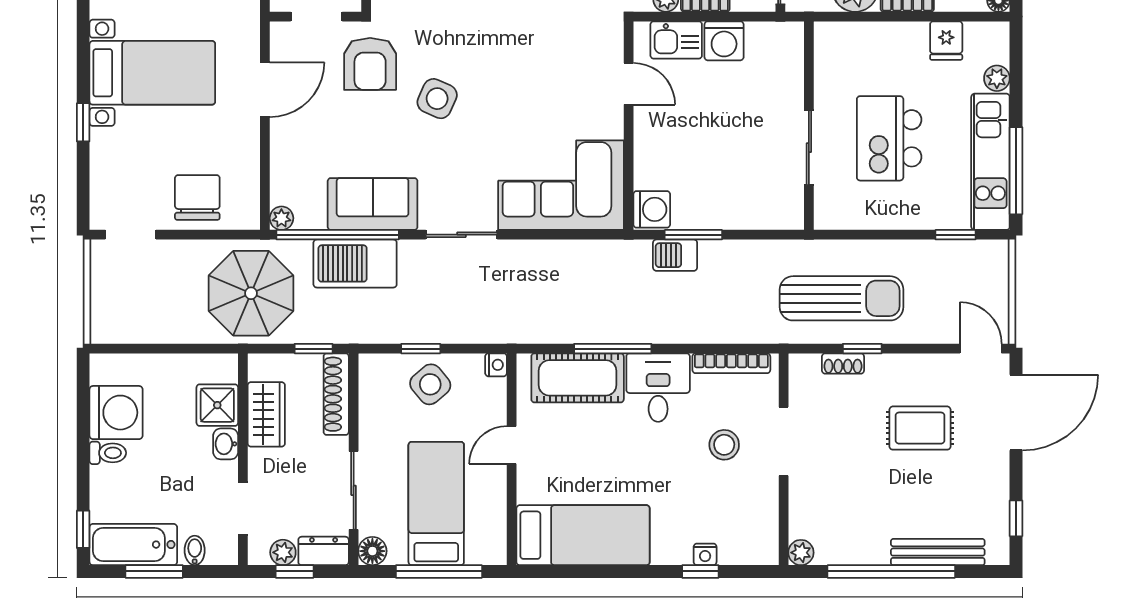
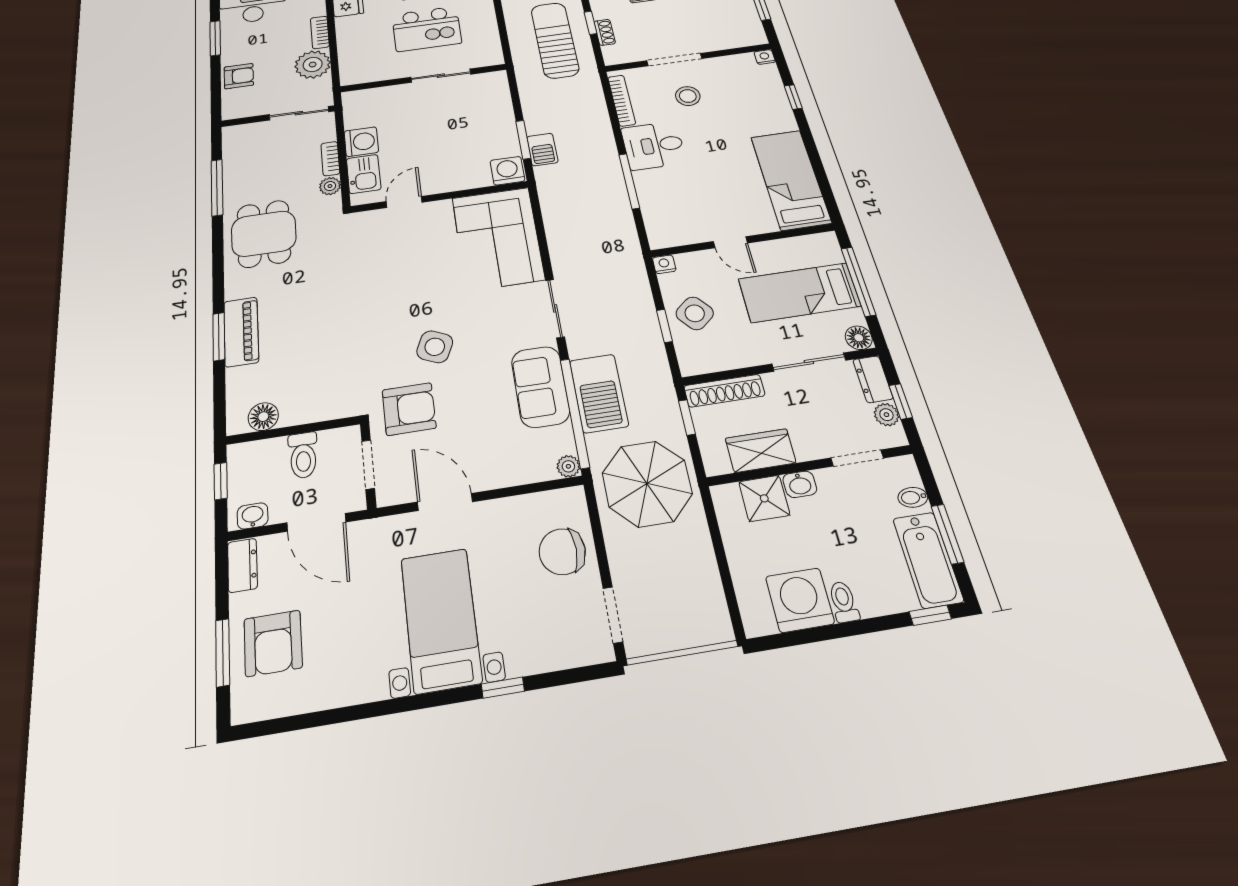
cot: (578, 378) -> (660, 202), removed
plant: (801, 553) -> (757, 37), removed
nightstand: (705, 554) -> (765, 57), moved, turned -90

